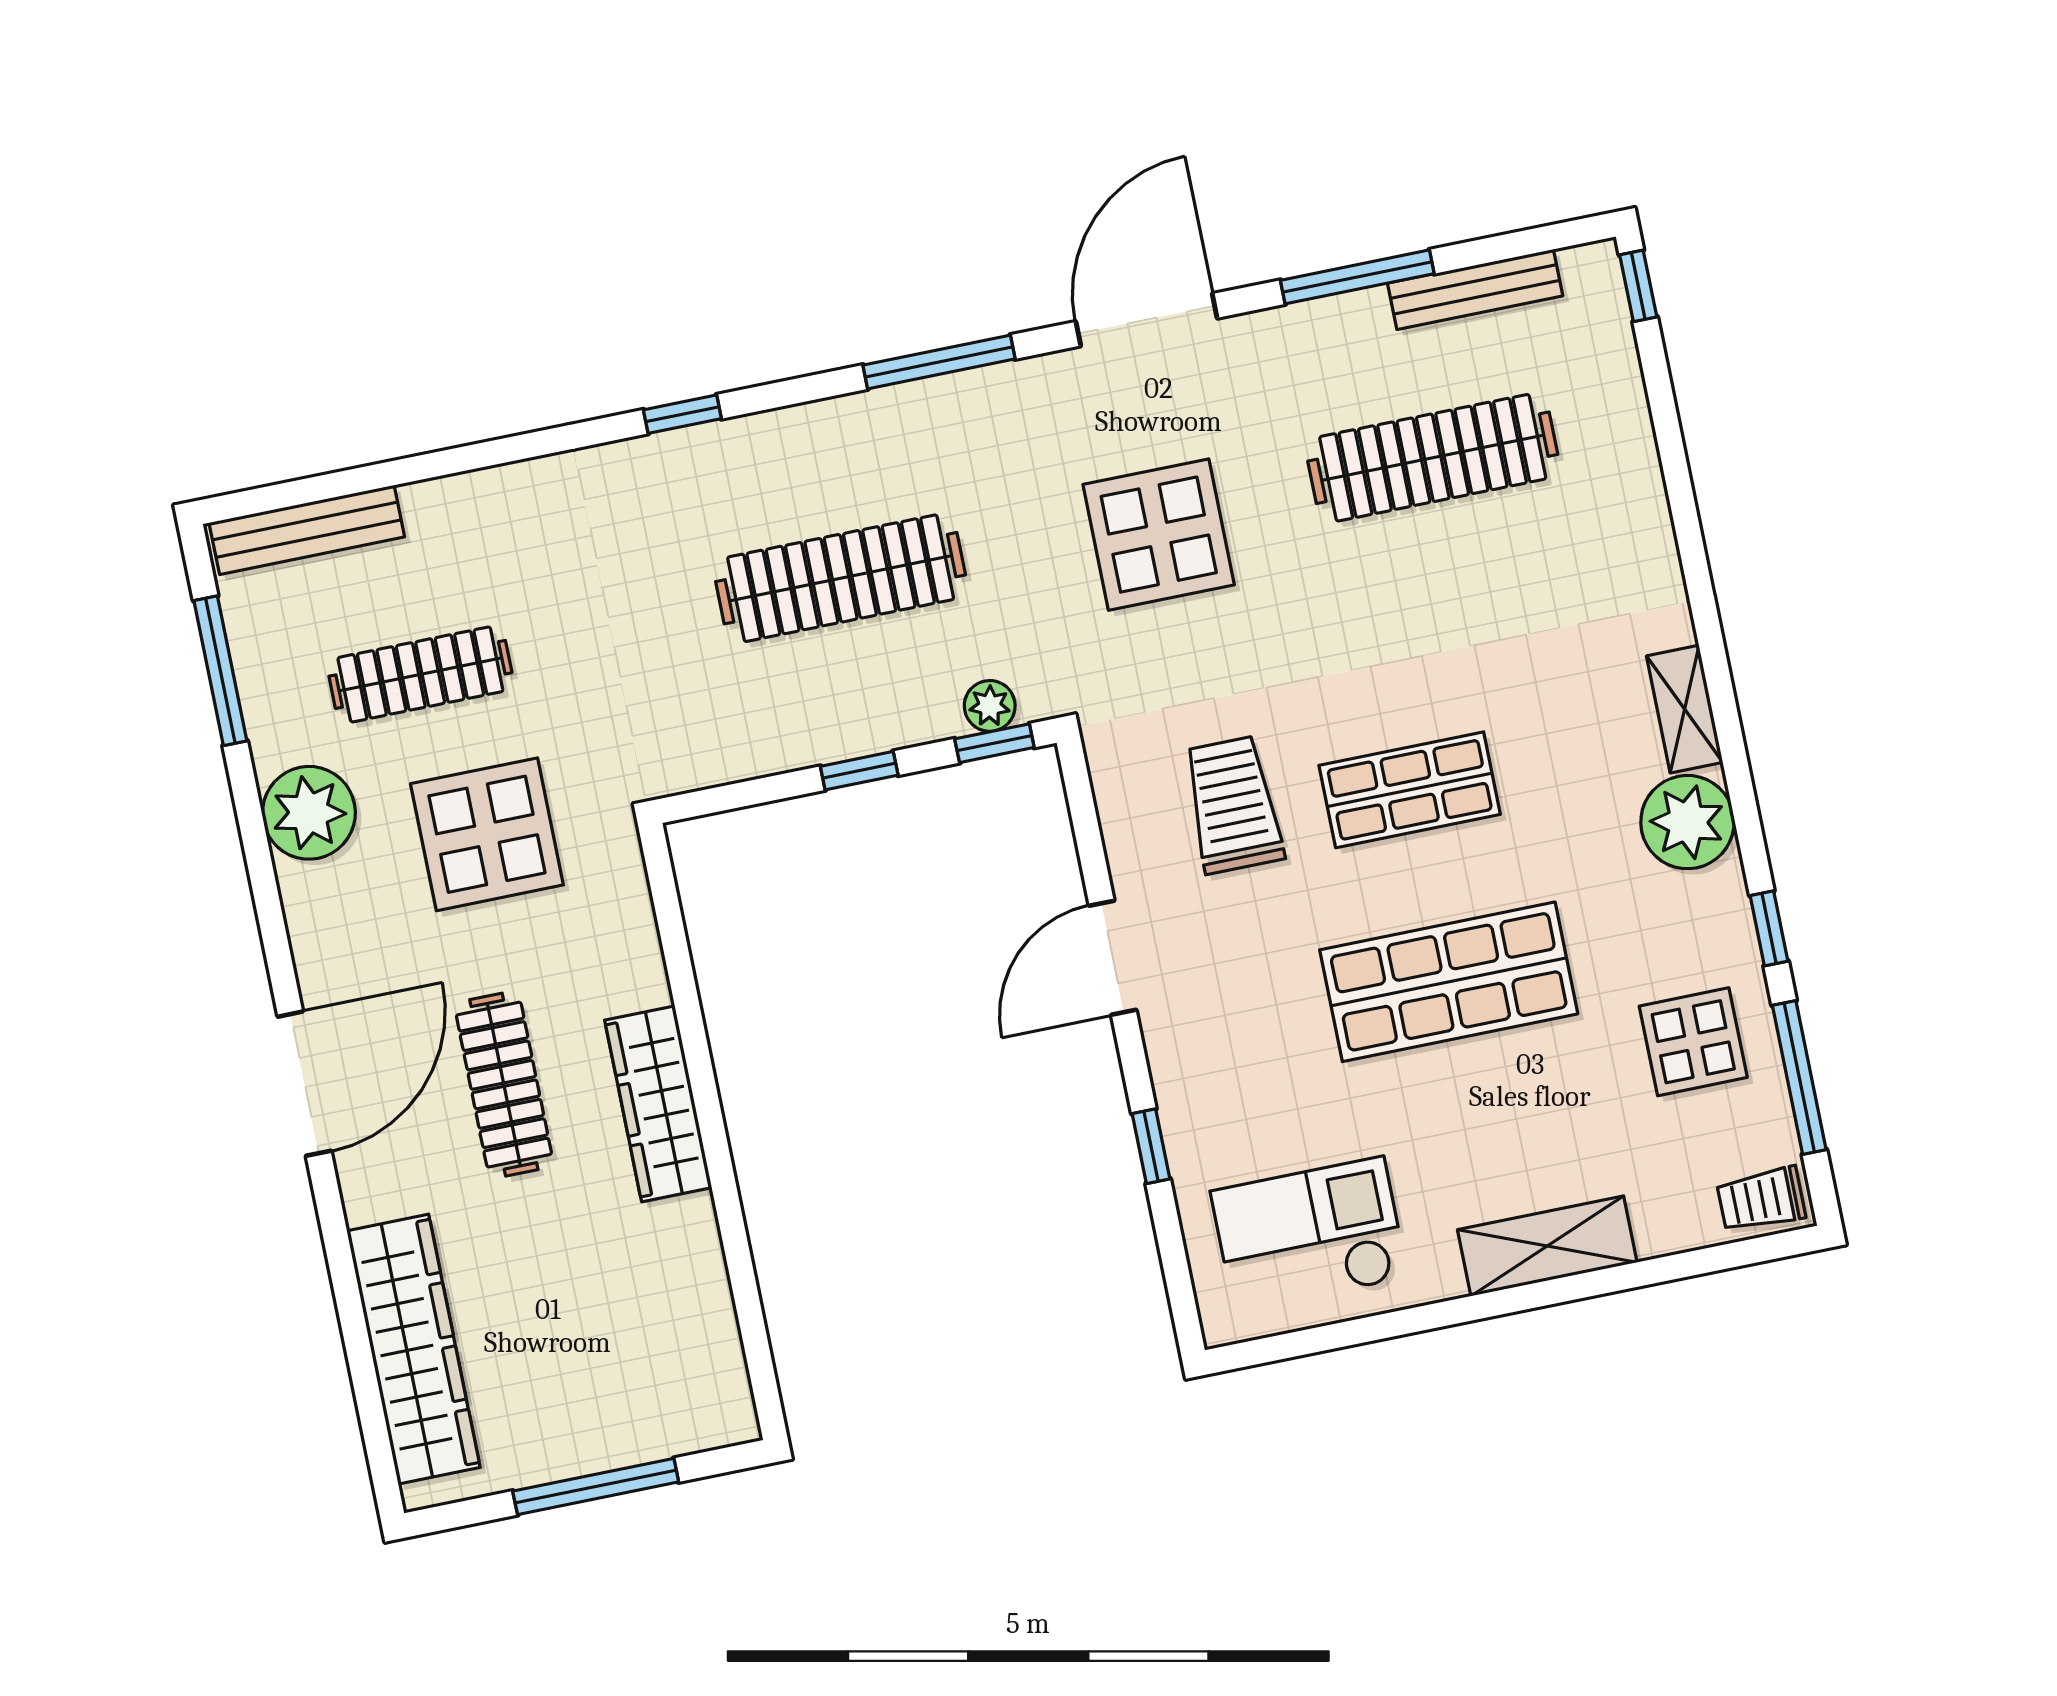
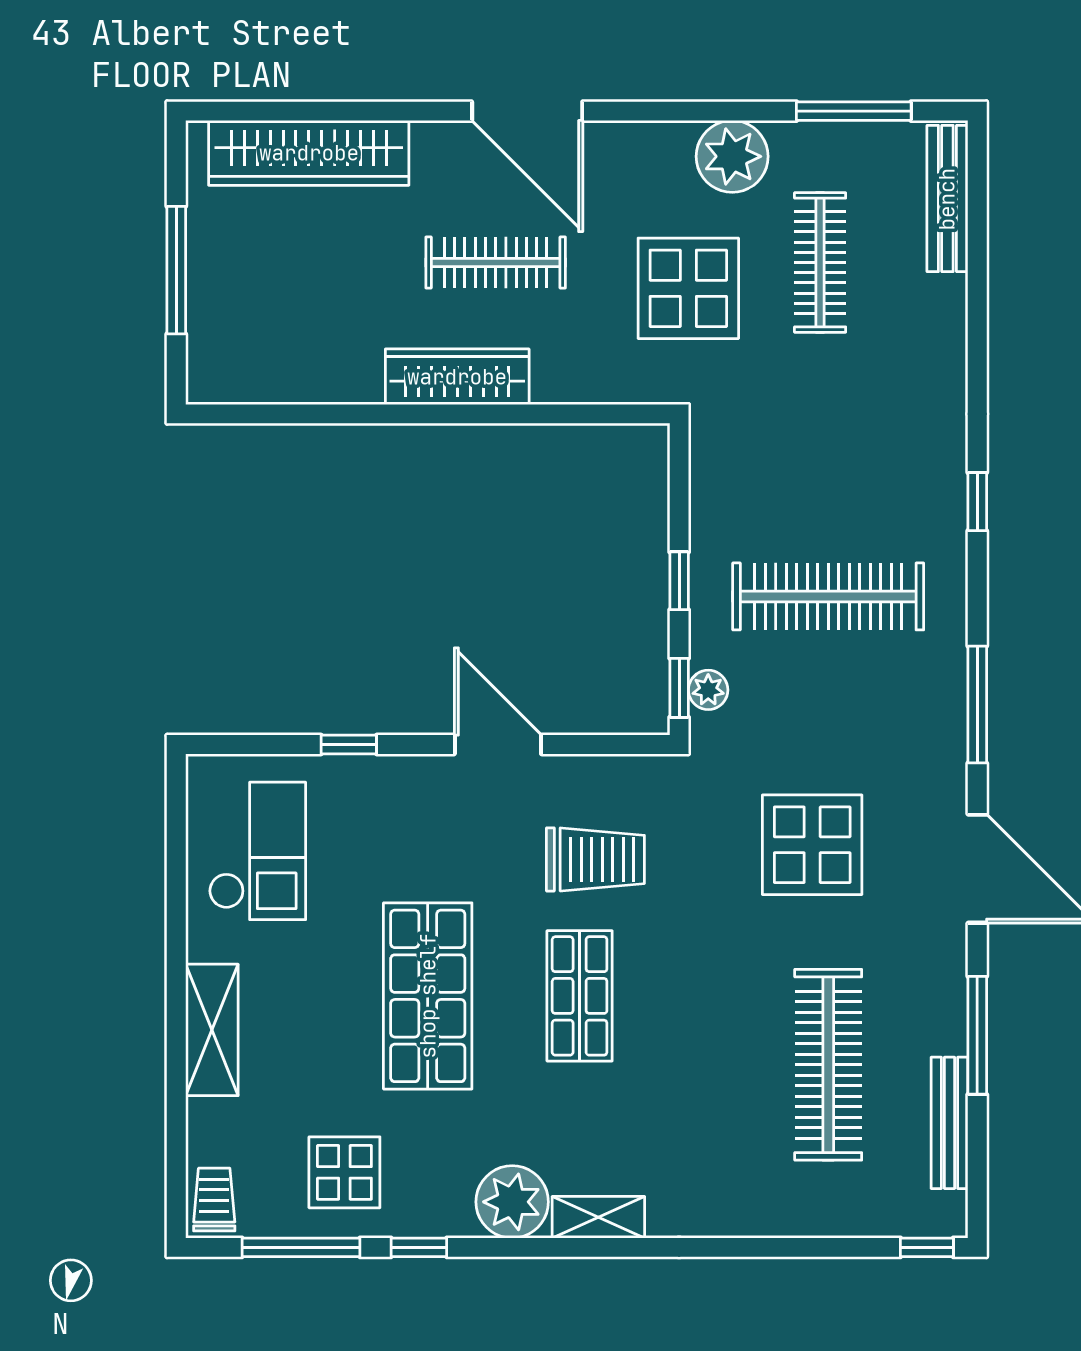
clothes rail: (841, 578) -> (828, 596), turned 90

